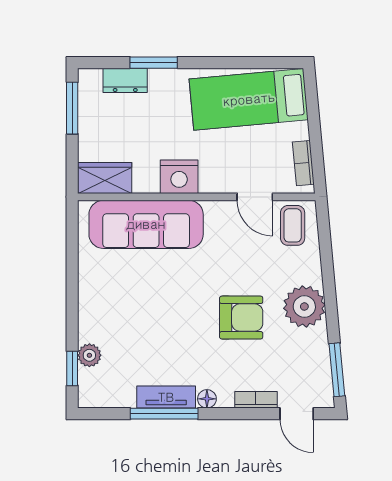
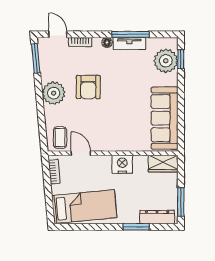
dresser: (125, 80) -> (157, 217), width x1.44
sofa: (146, 224) -> (165, 118), moved, turned -90
armchair: (241, 318) -> (88, 87), turned -90
plant: (89, 355) -> (166, 61), width x1.87, depth x1.87

